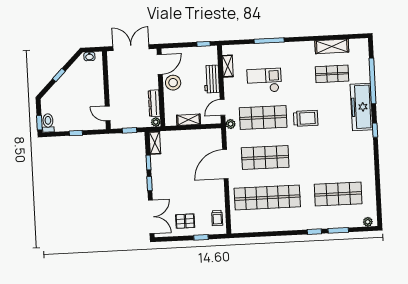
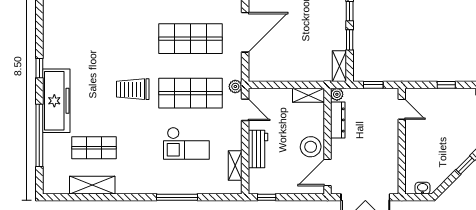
door: (223, 107) -> (245, 110), hinge flipped
shelving: (189, 120) -> (308, 95), moved

